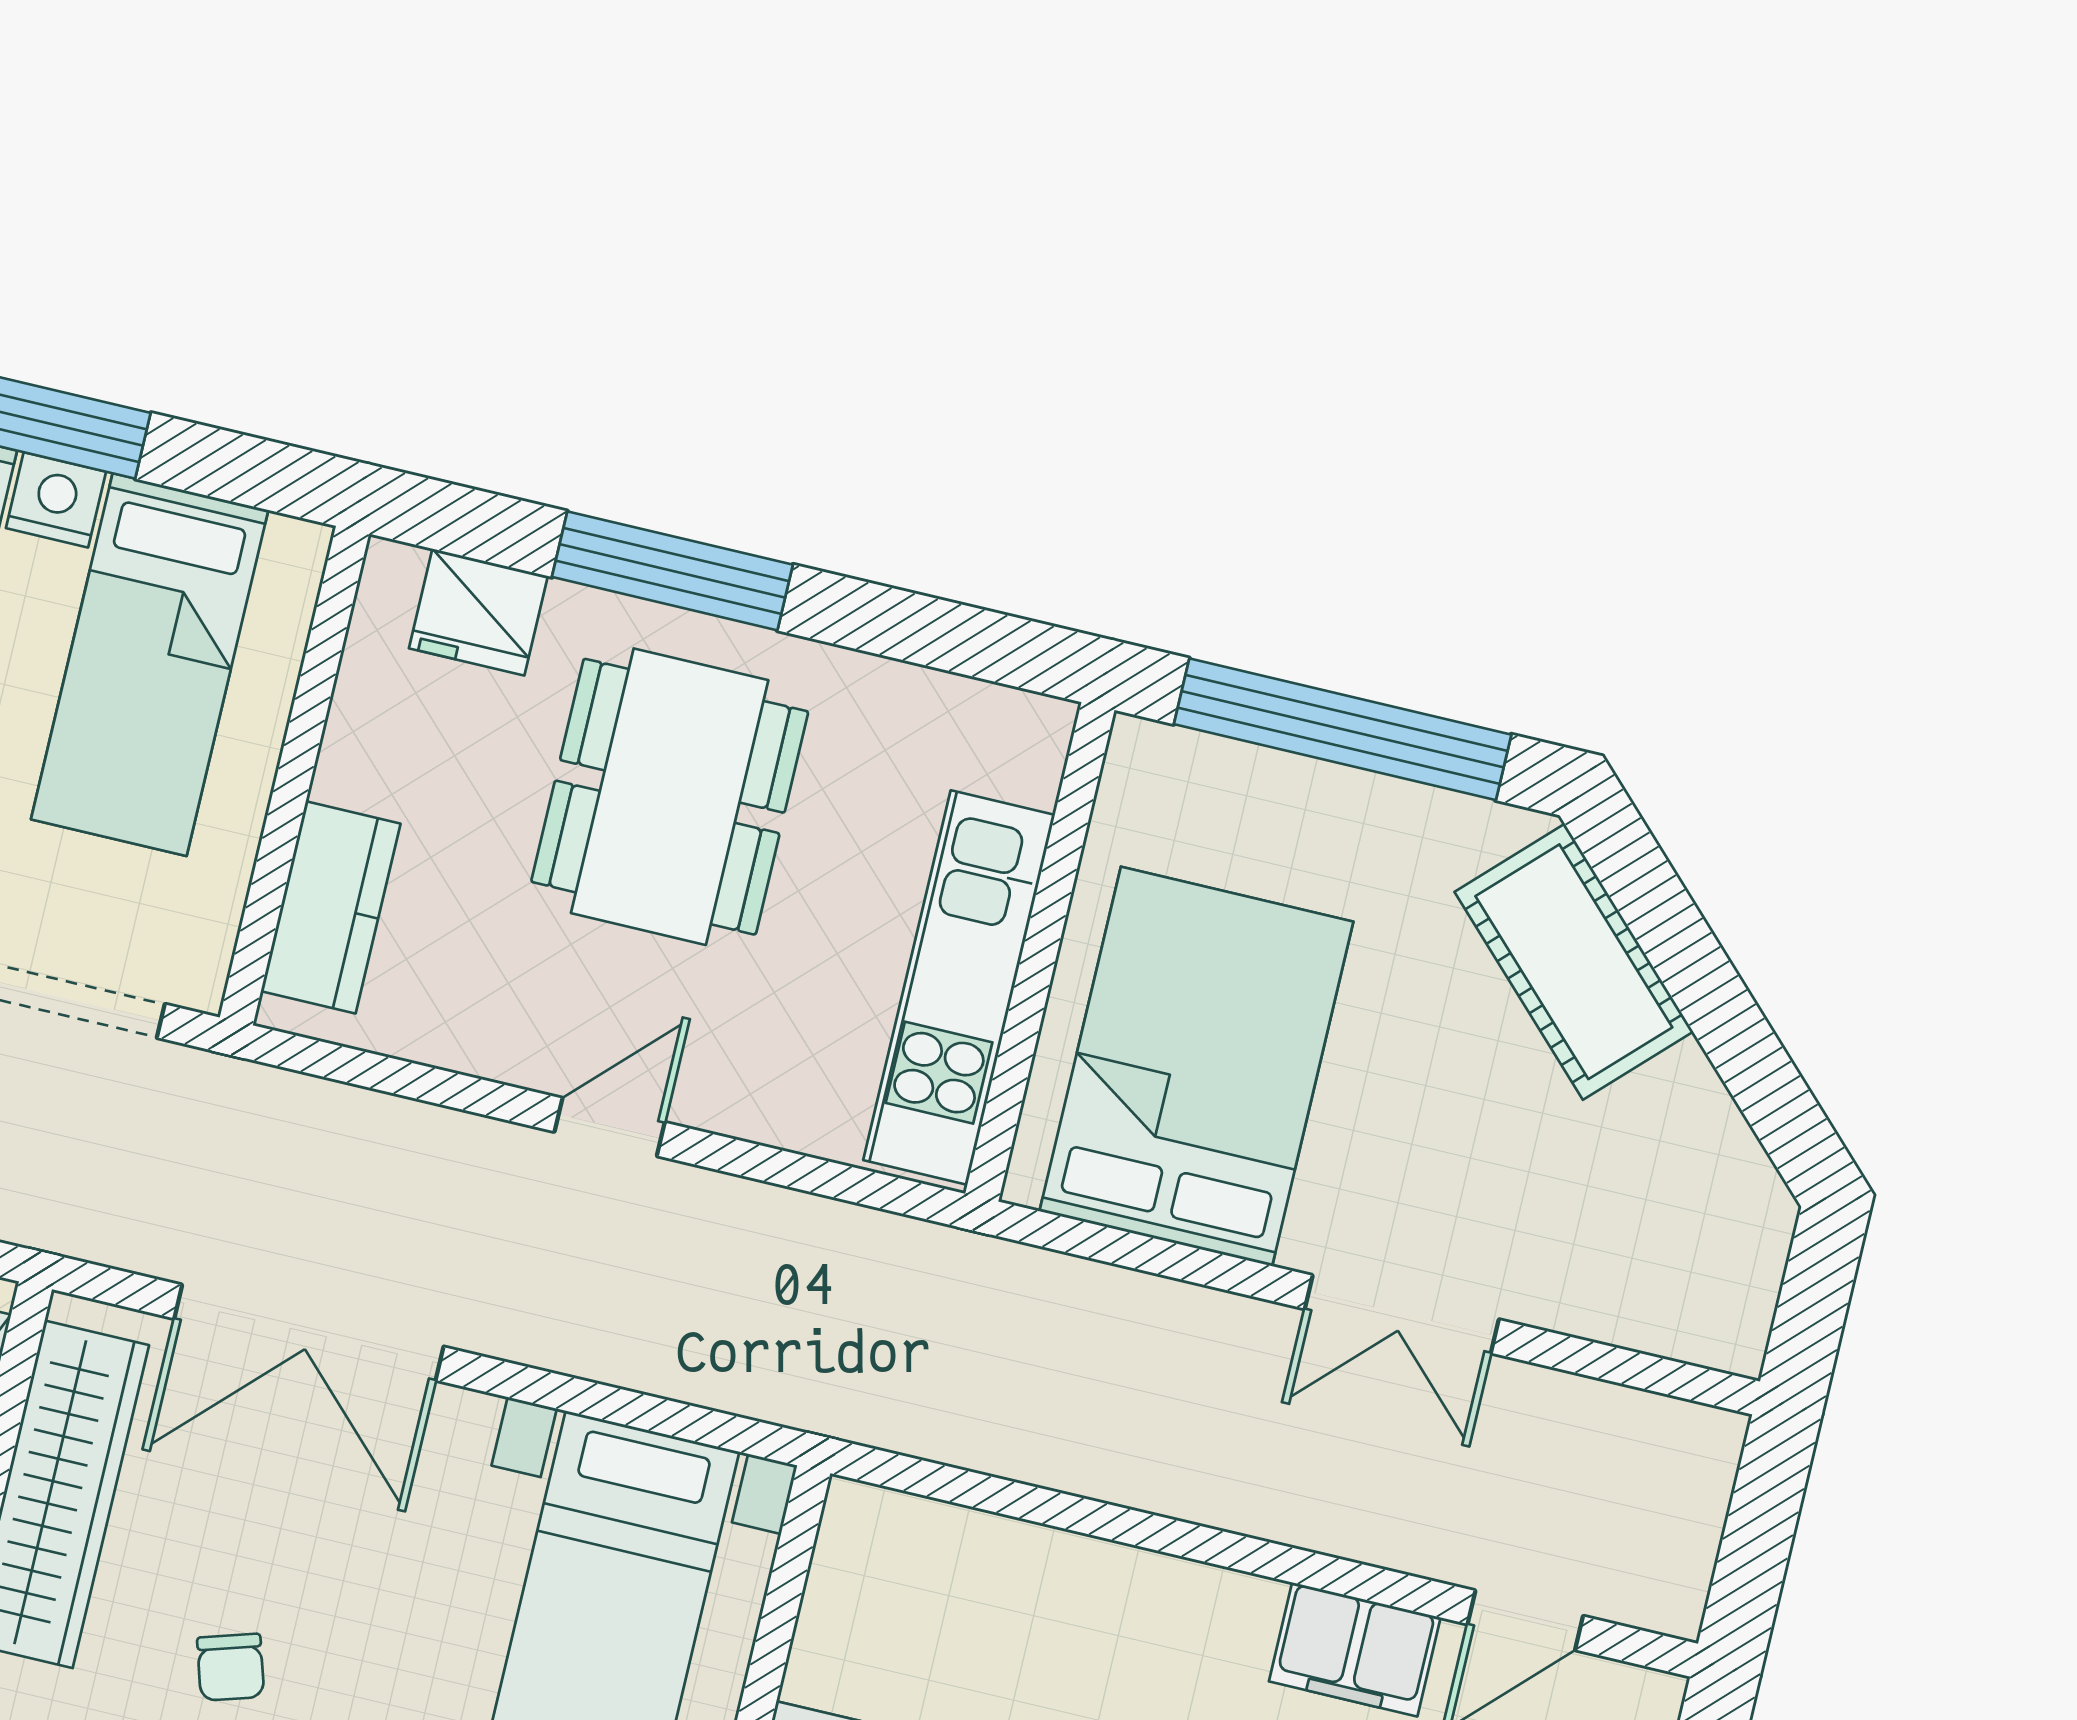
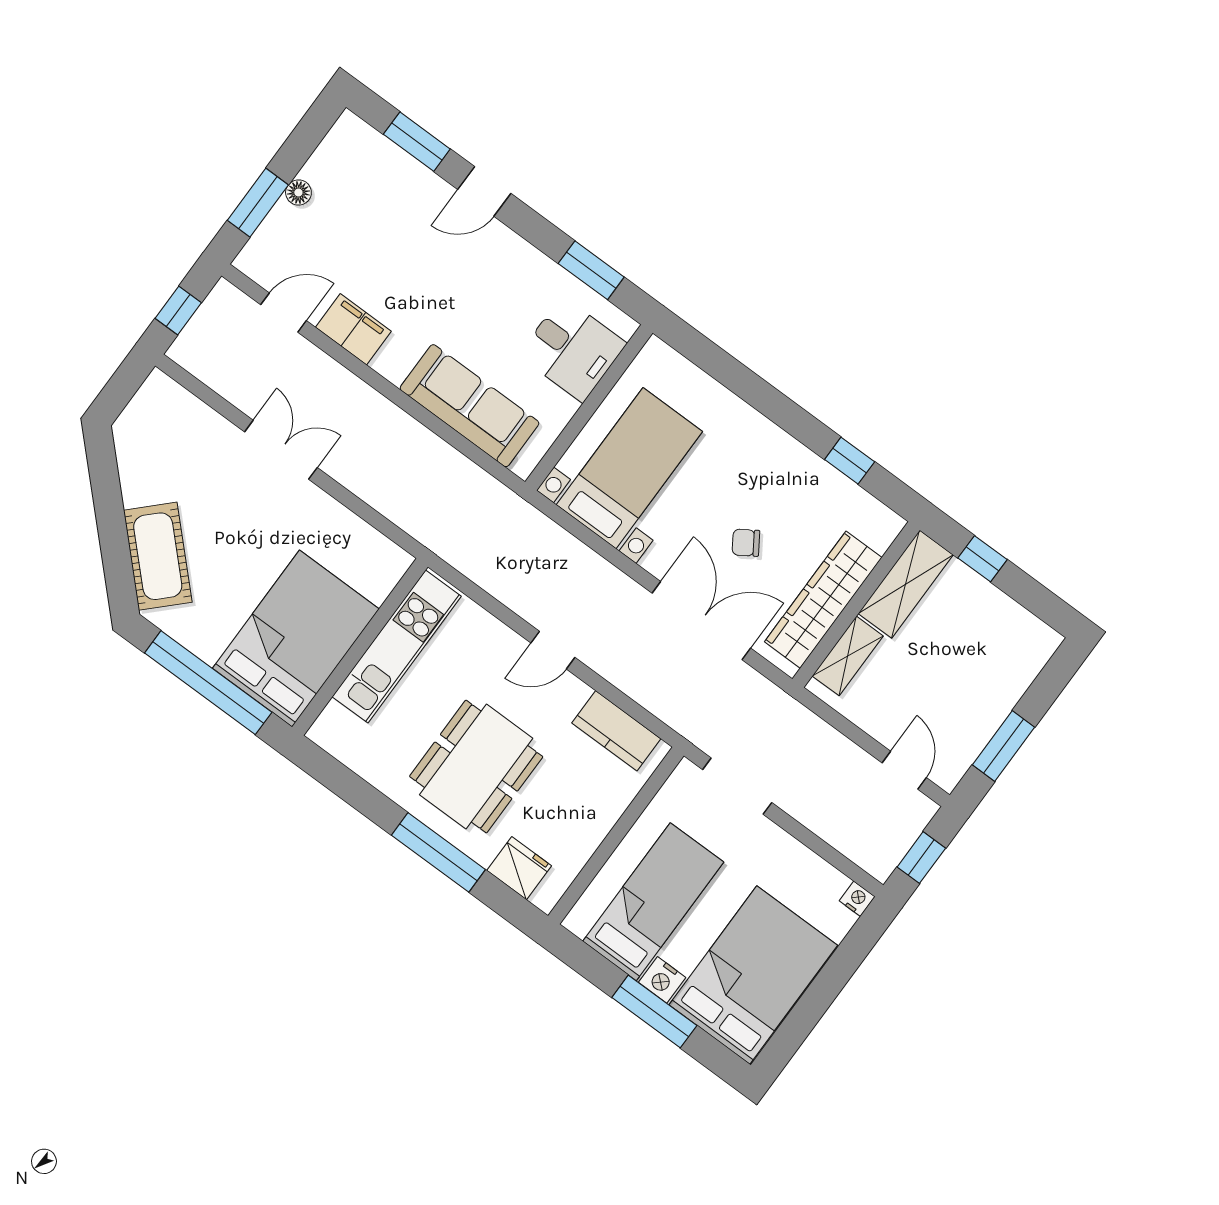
kitchen counter: (331, 907) -> (616, 731), moved, turned -90
bed: (1196, 1066) -> (296, 639), moved, turned 180
window: (1761, 1526) -> (178, 310), added
sofa: (1025, 1590) -> (469, 406), added
chair: (231, 1667) -> (746, 543), moved, turned -106

